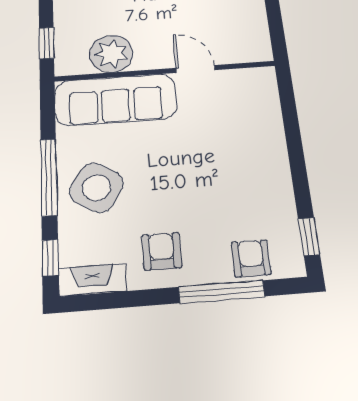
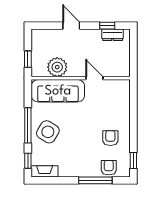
armchair: (162, 251) -> (110, 138), moved

